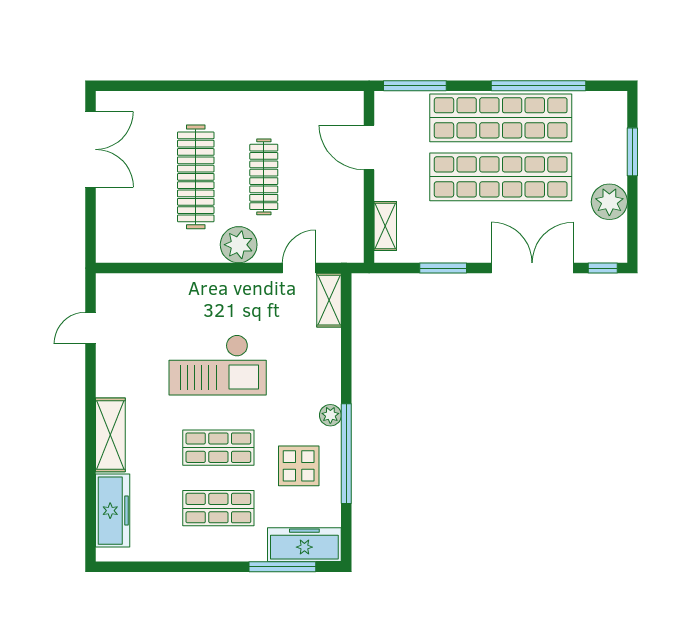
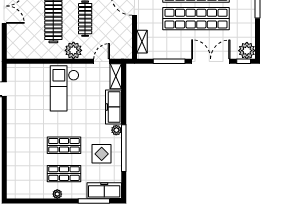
plant: (609, 202) -> (247, 51), moved
window: (443, 268) -> (169, 61), width x1.44
checkout: (218, 365) -> (65, 88), moved, turned 90
shelving: (110, 435) -> (13, 139), removed
freezer: (113, 511) -> (113, 107), moved, turned 180
plant: (204, 552) -> (57, 194), added

